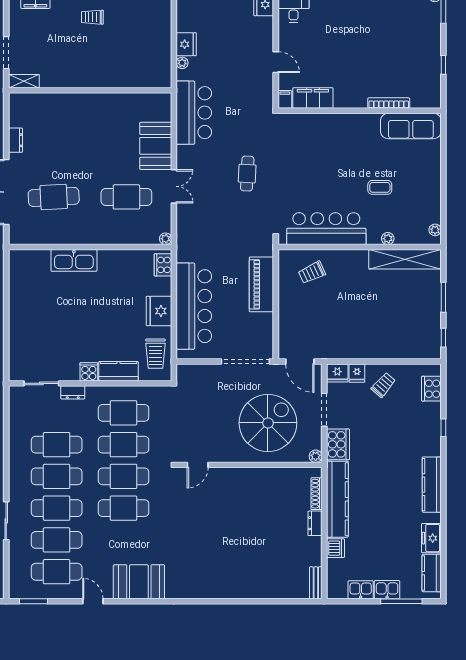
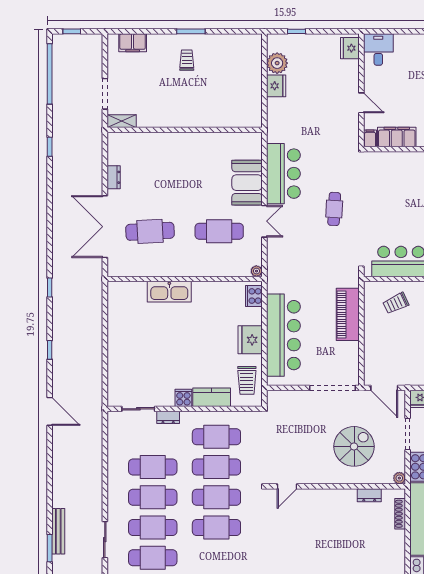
trolley: (92, 17) -> (187, 60), turned 90
plant: (182, 63) -> (277, 63), moved, width x1.88, depth x1.88
bar counter: (194, 113) -> (283, 174), moved
spiral stairs: (268, 423) -> (354, 446), width x0.73, depth x0.73
dresser: (315, 523) -> (369, 495), moved, turned -90

